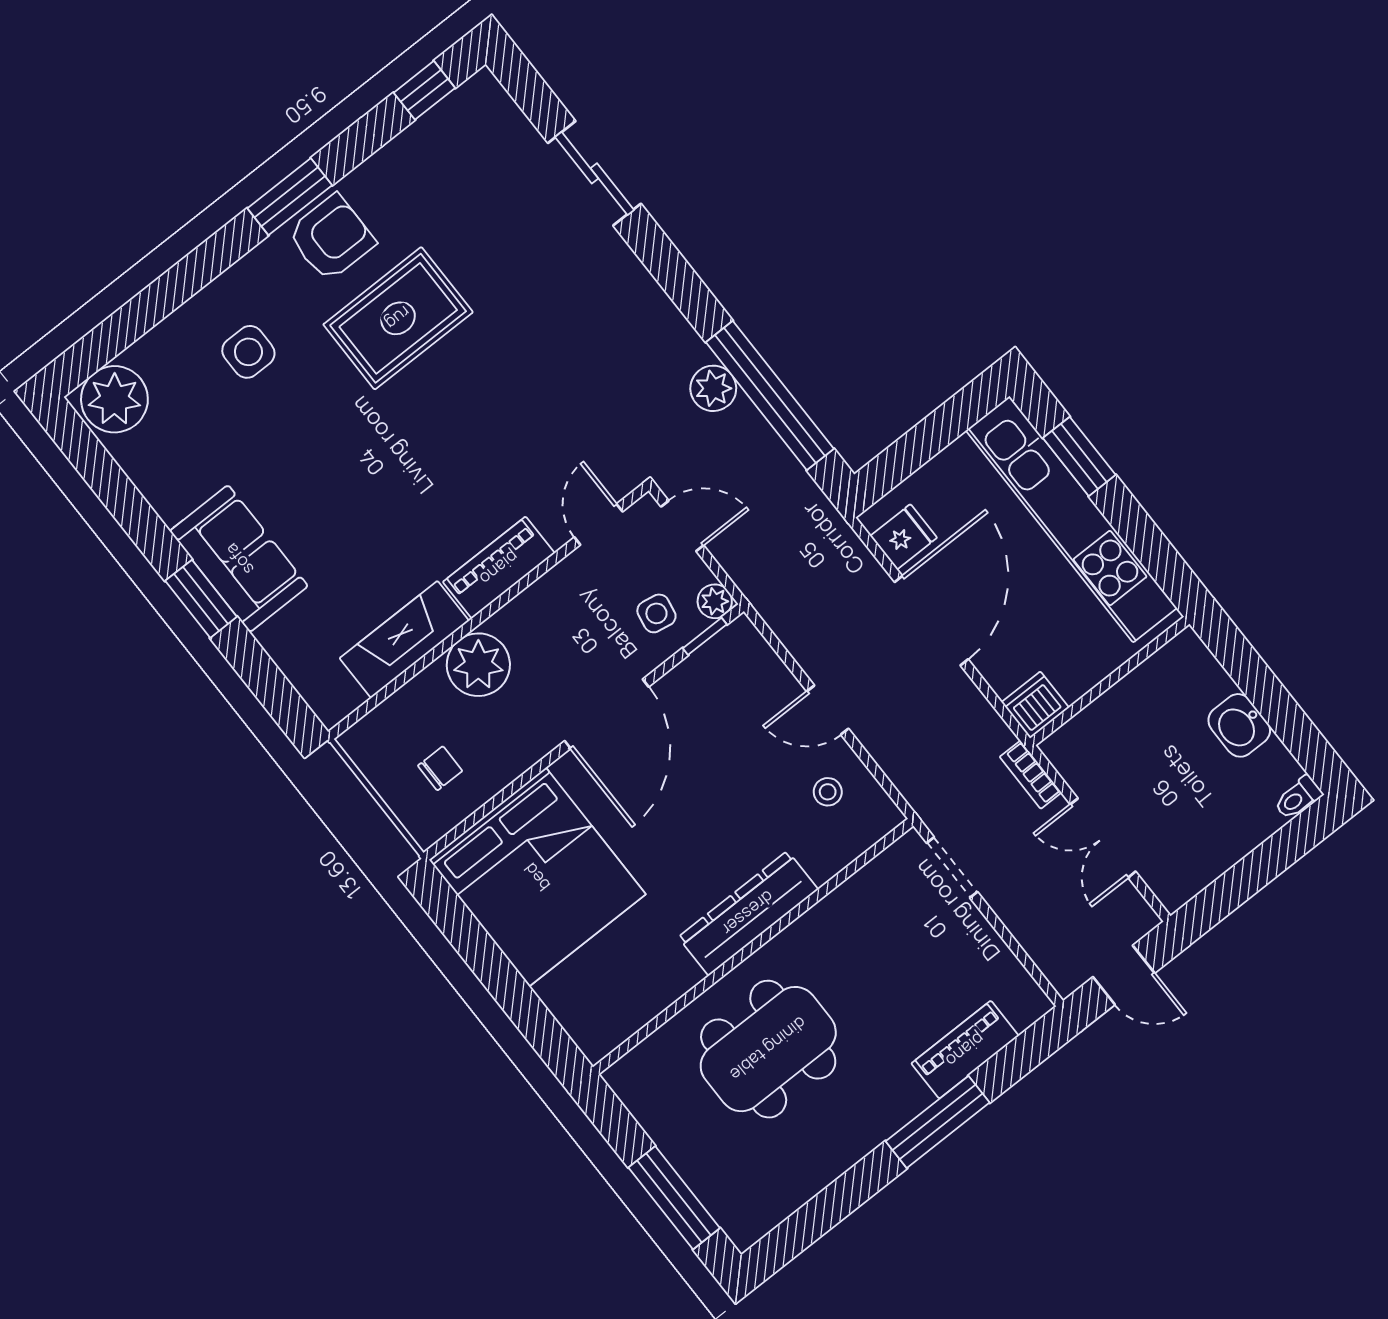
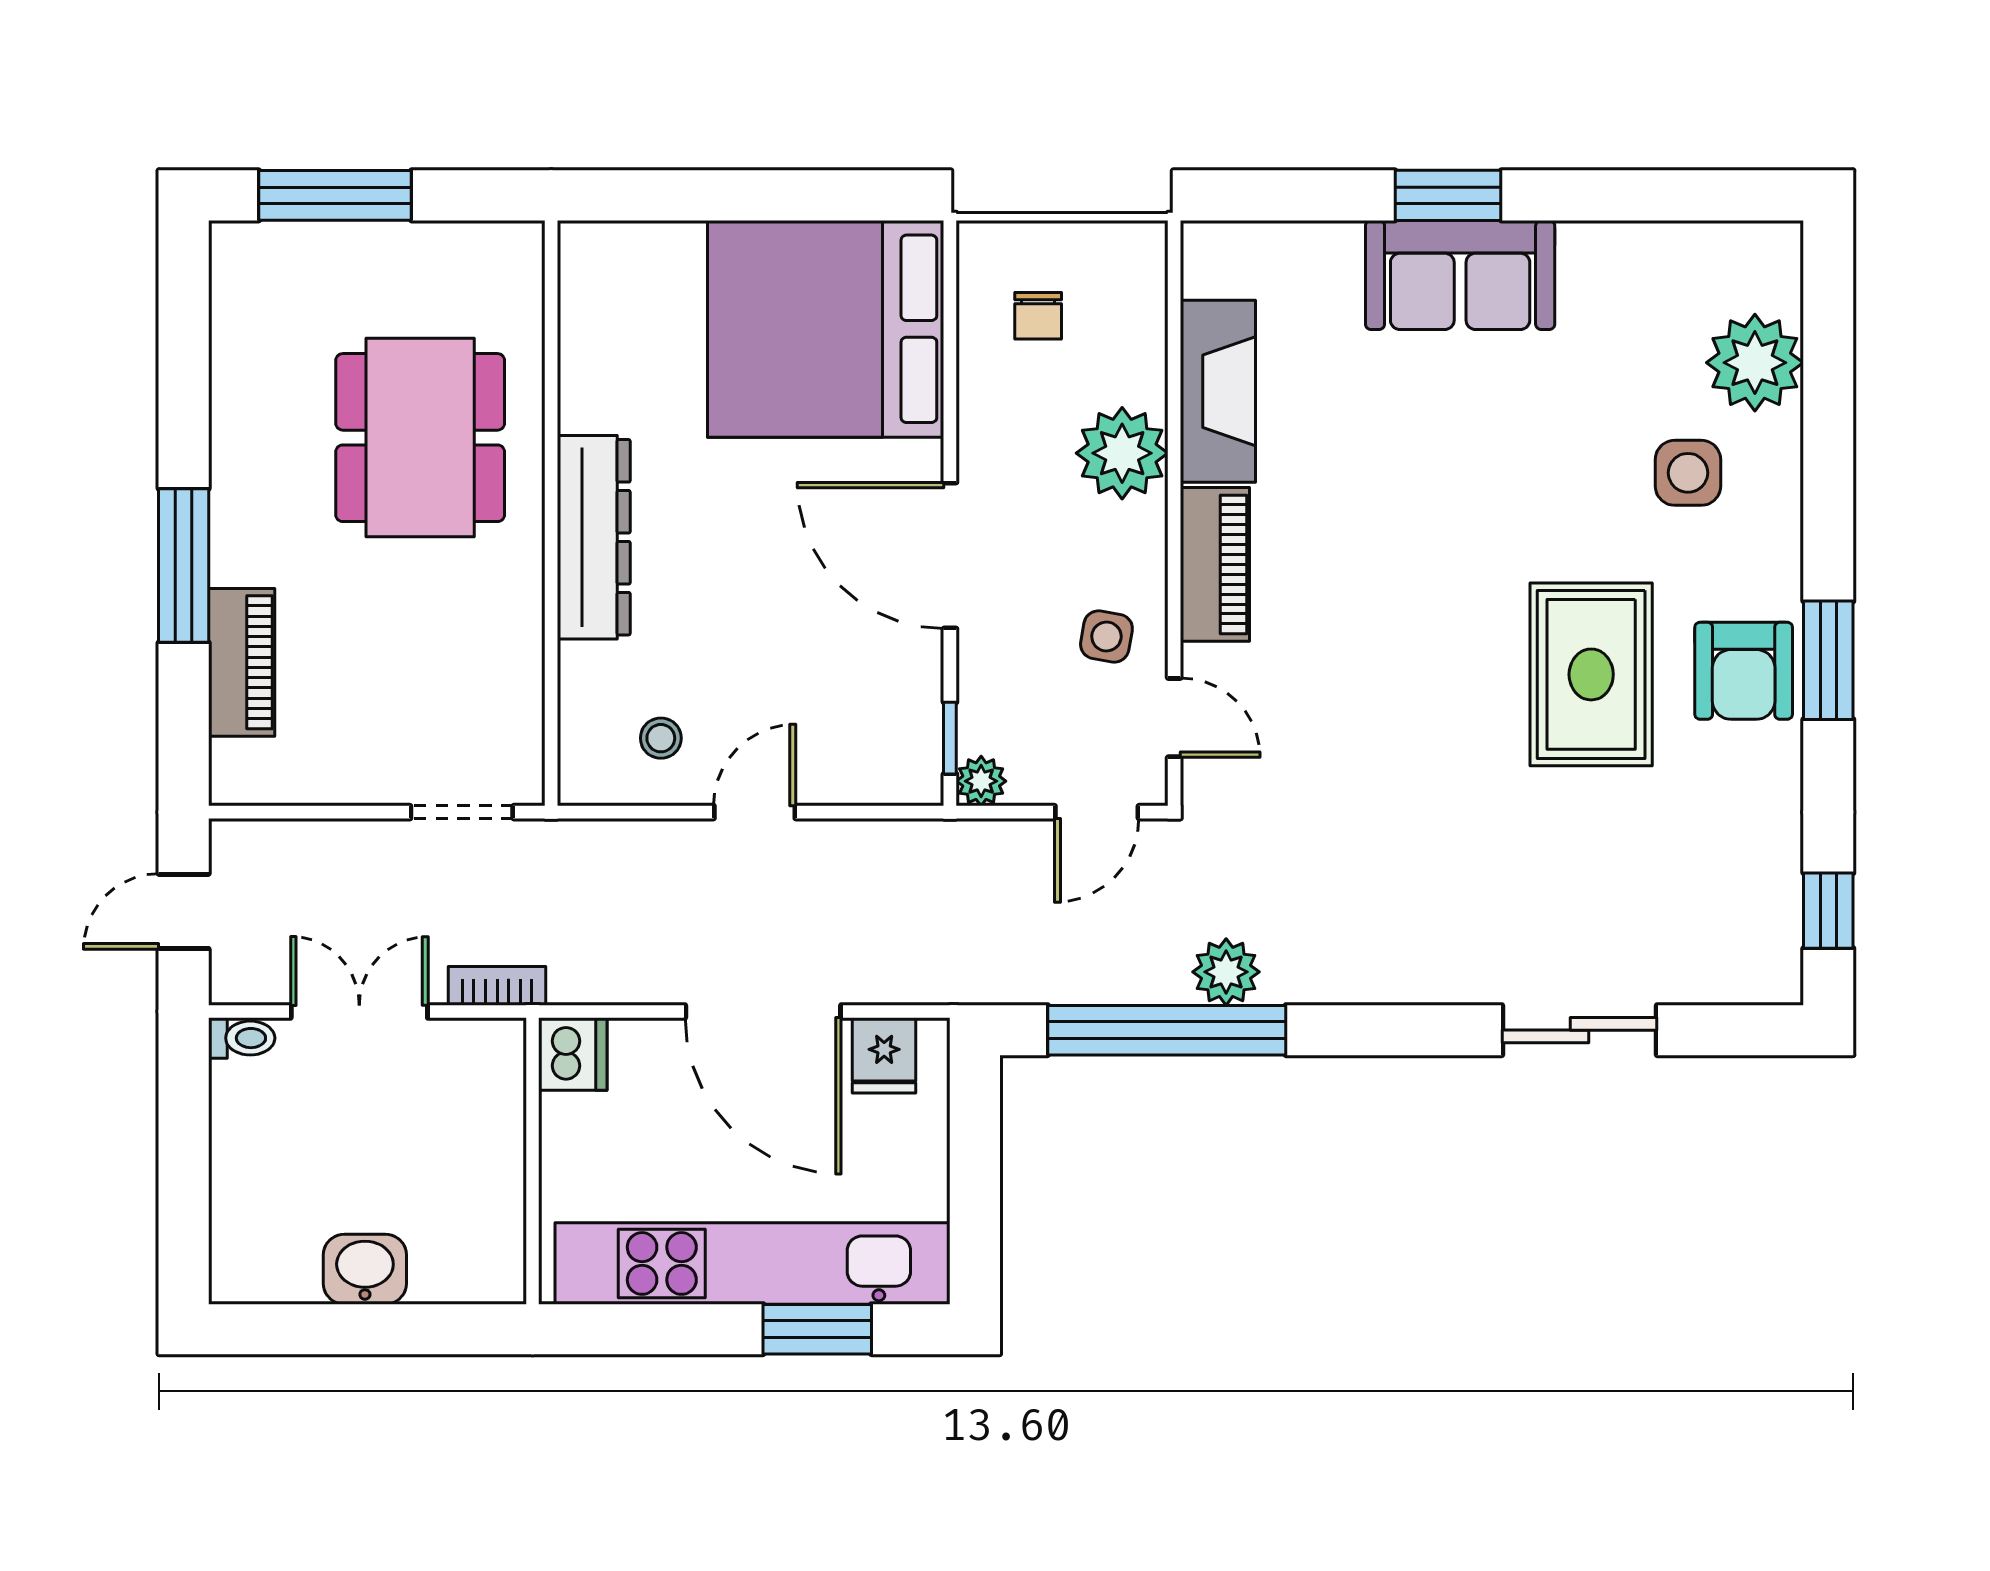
plant: (114, 399) -> (1755, 363), moved
side table: (656, 613) -> (1106, 636), moved
toilet: (1298, 798) -> (242, 1038), moved, turned 90

